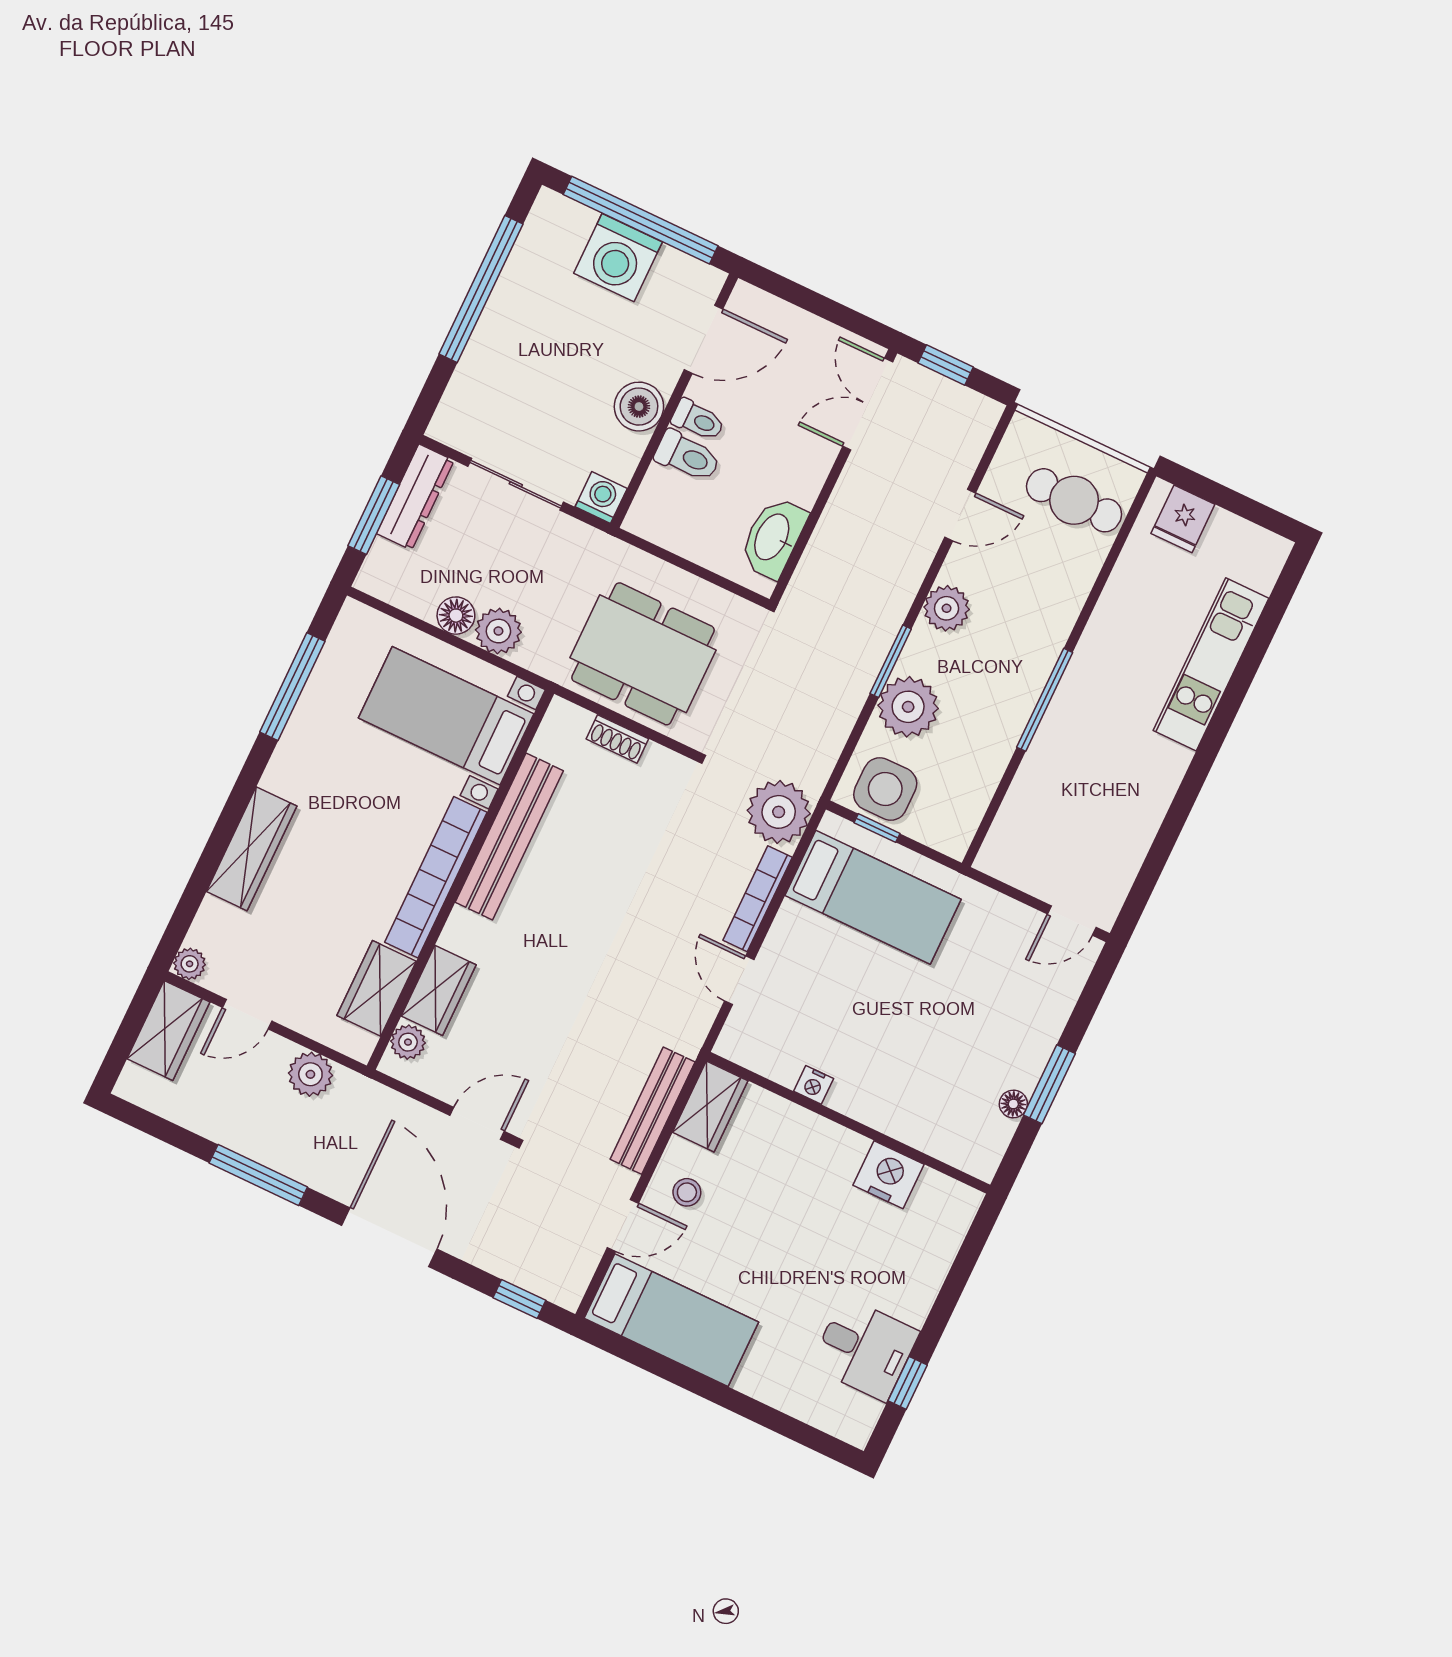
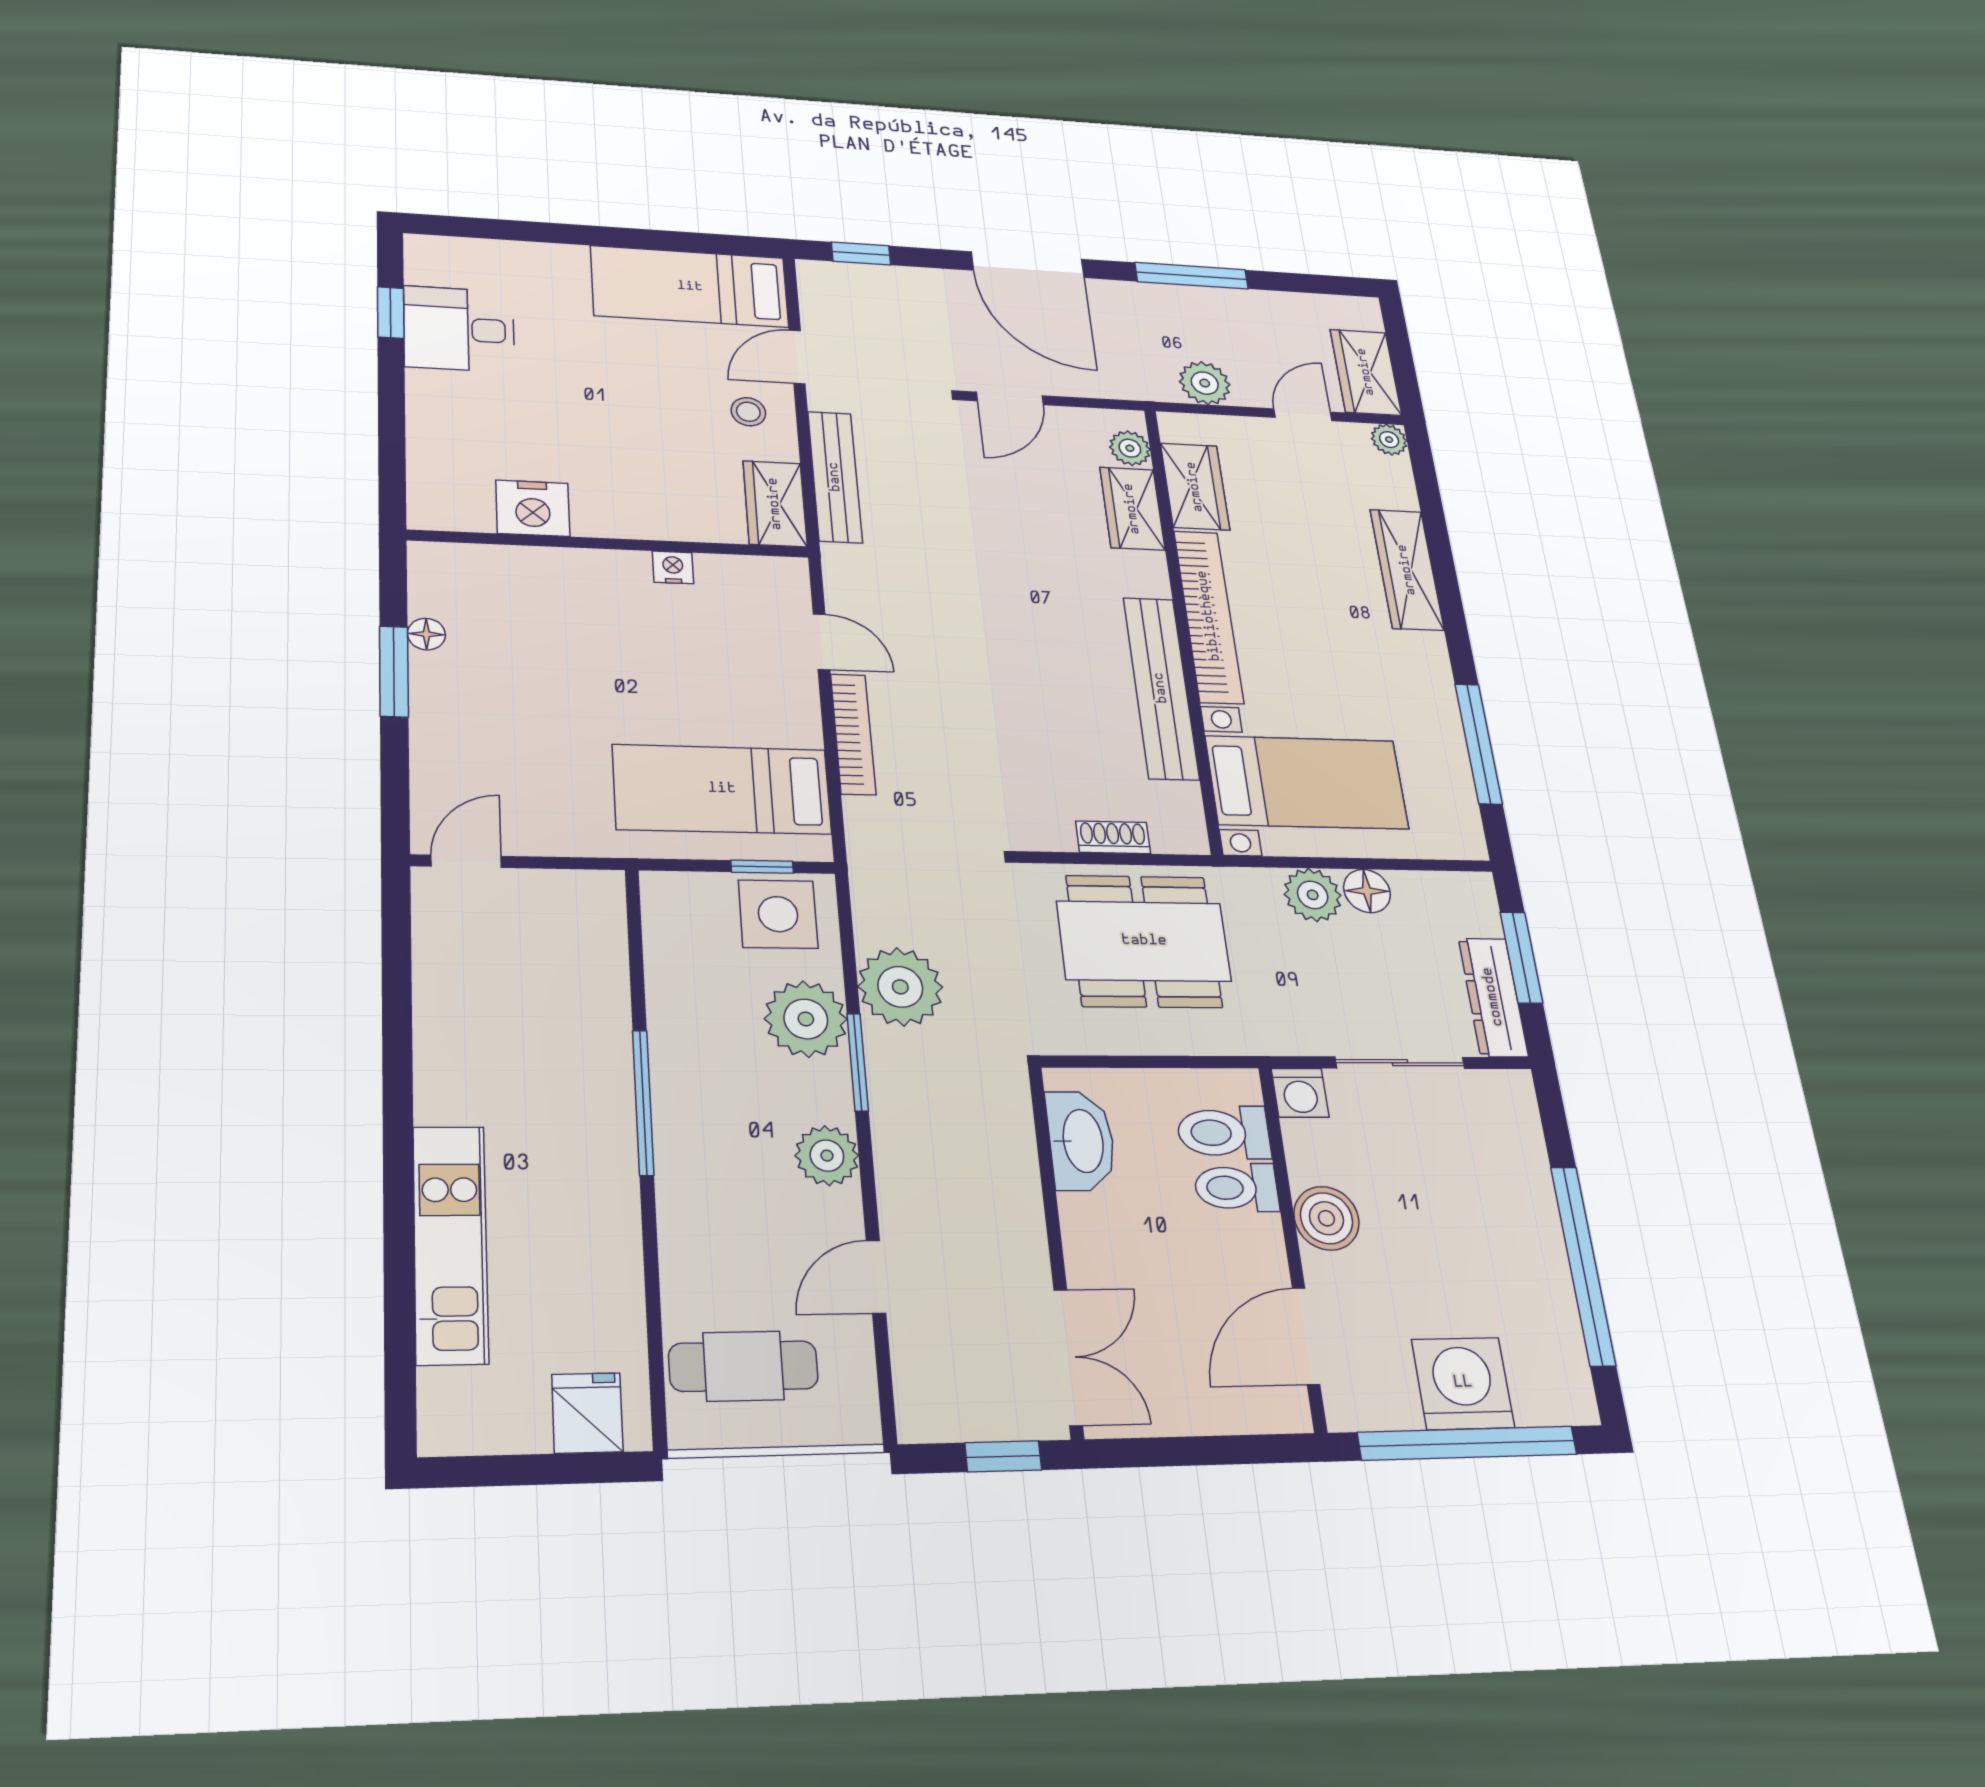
toilet: (698, 420) -> (1224, 1133), moved, width x1.37, depth x1.39
plant: (779, 812) -> (900, 987), moved

